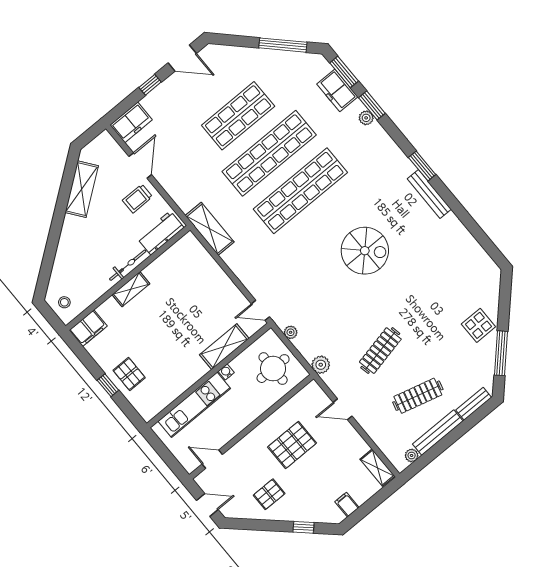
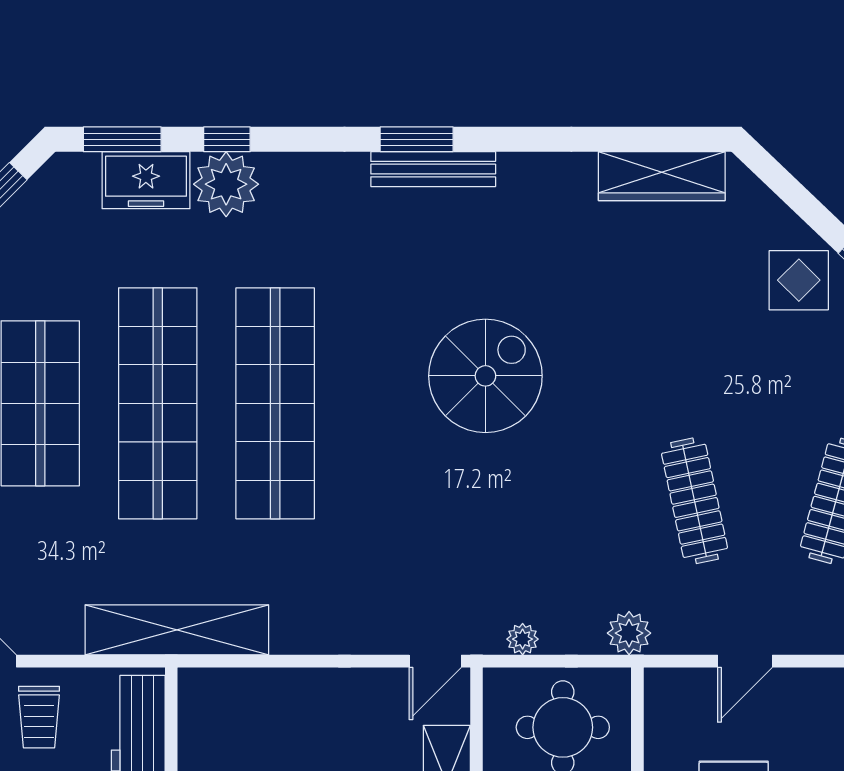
window: (372, 105) -> (227, 139), width x0.67
plant: (366, 118) -> (226, 184), width x1.88, depth x1.88
bench: (429, 194) -> (433, 169), moved
shelving: (210, 229) -> (177, 630), width x1.47
wardrobe: (475, 254) -> (662, 176), added

